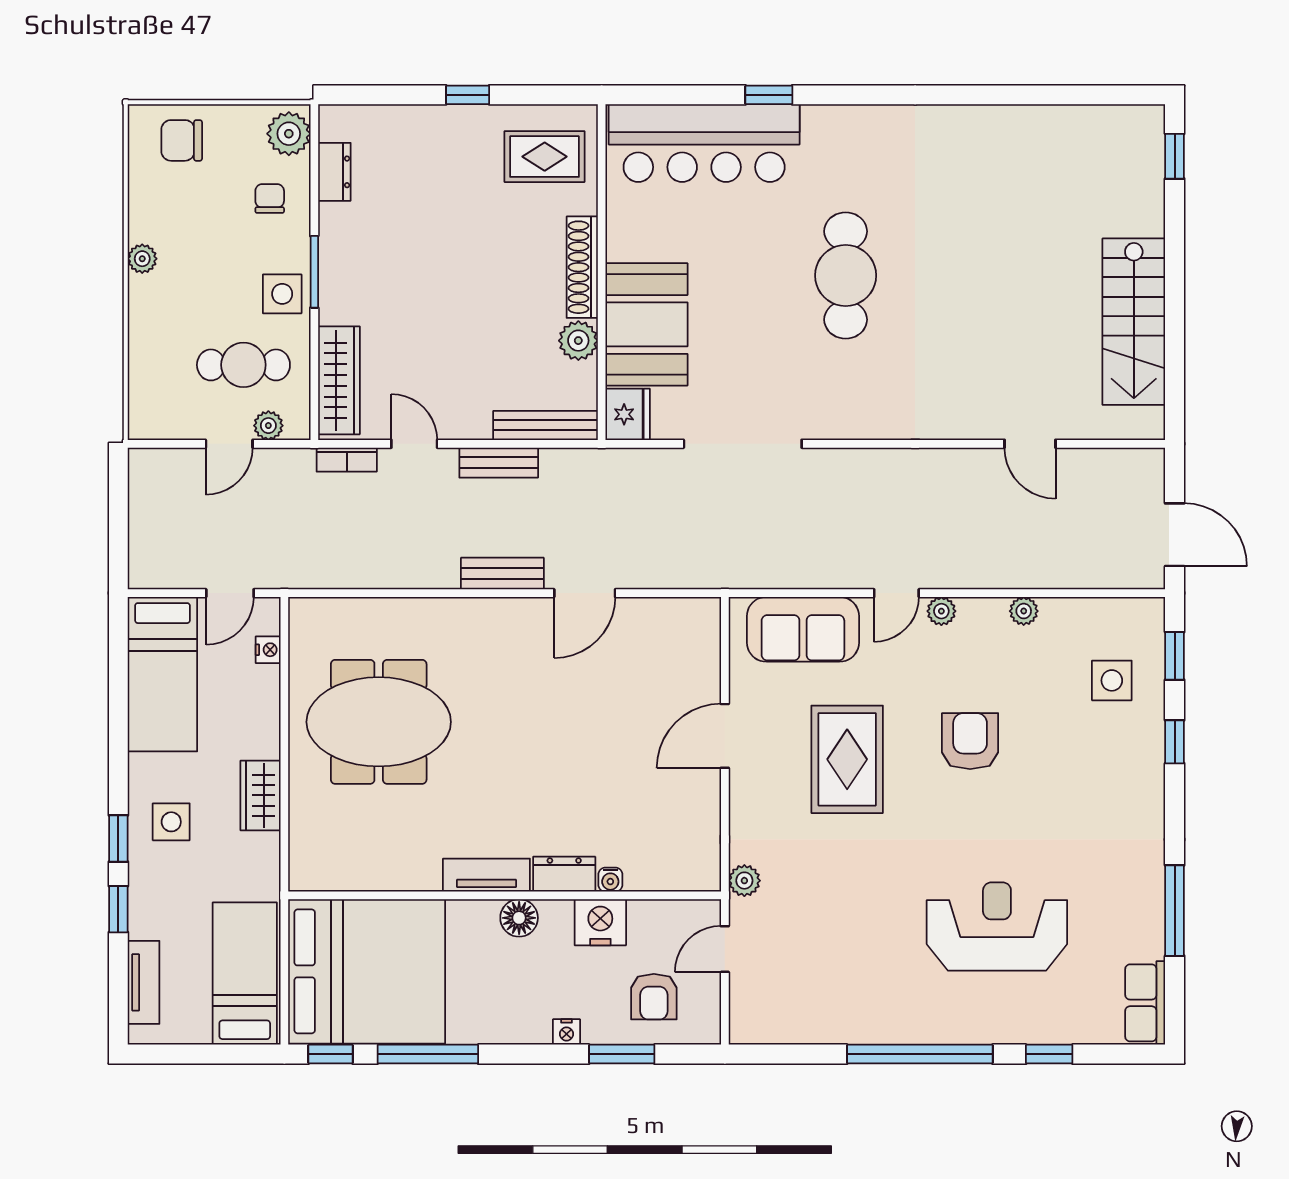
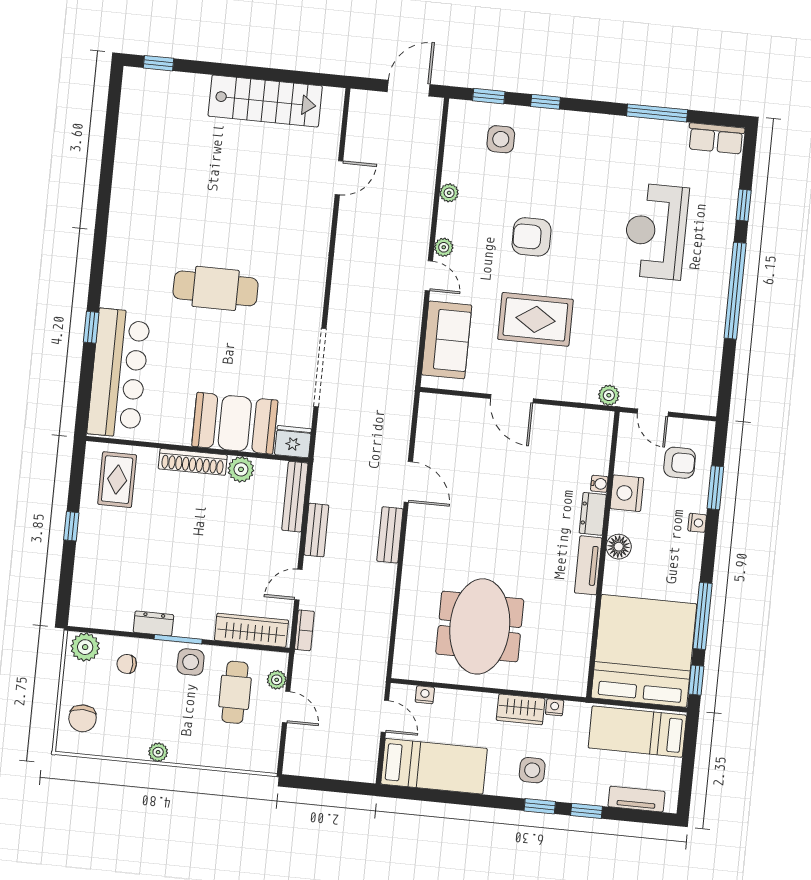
dresser: (334, 172) -> (153, 623), moved
nightstand: (269, 846) -> (555, 707), added

